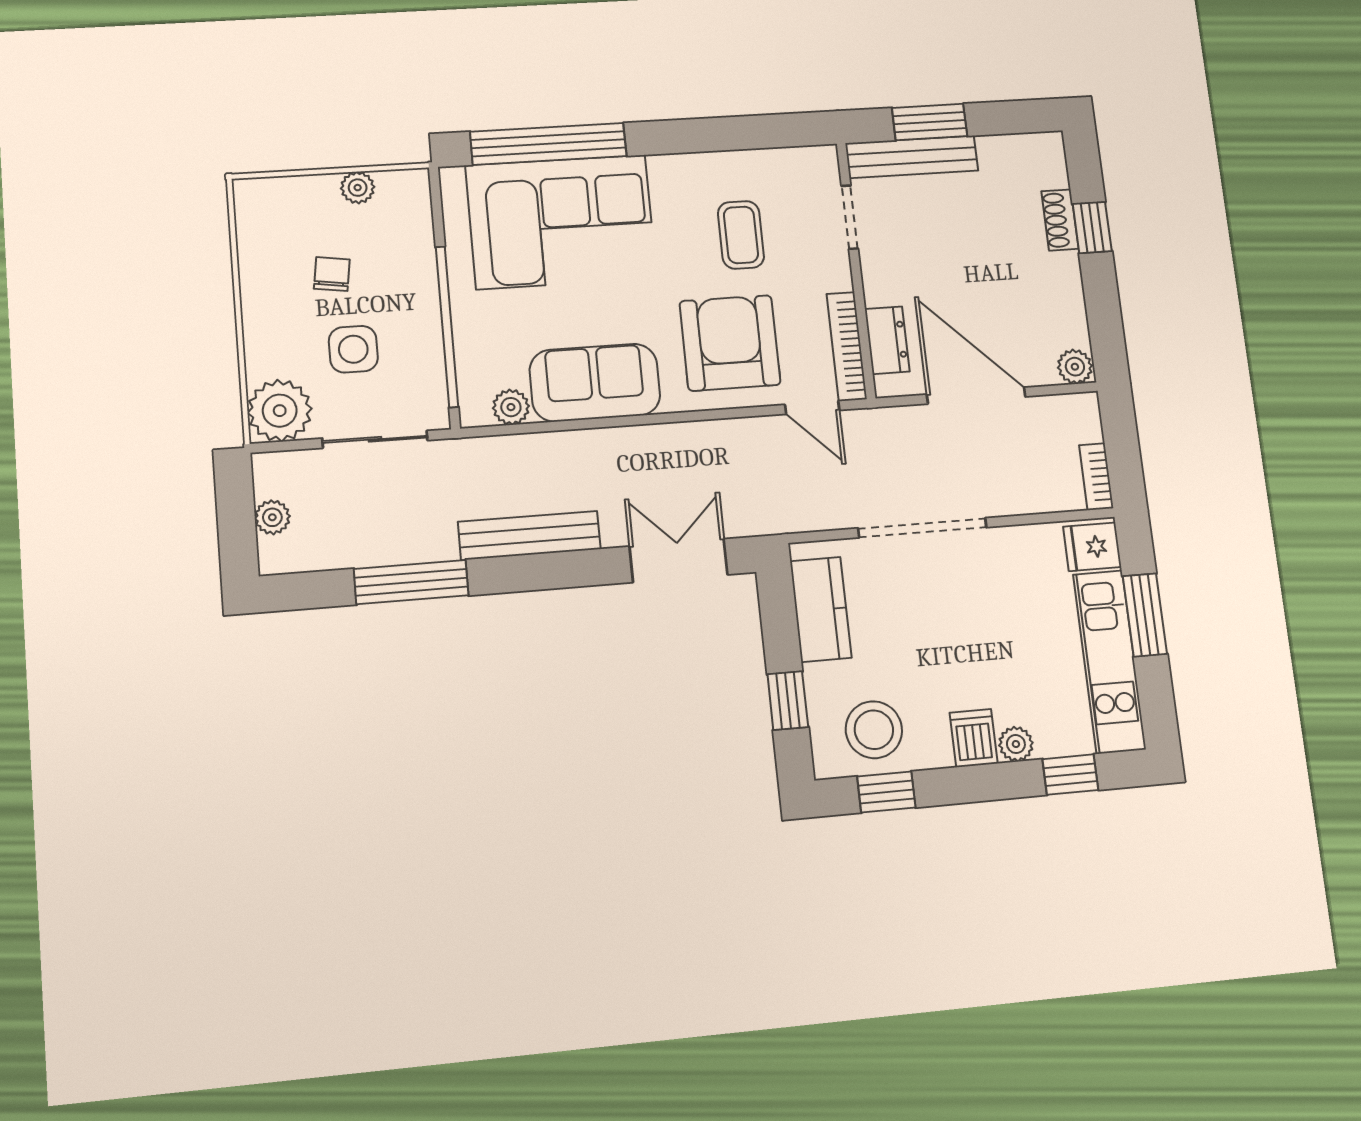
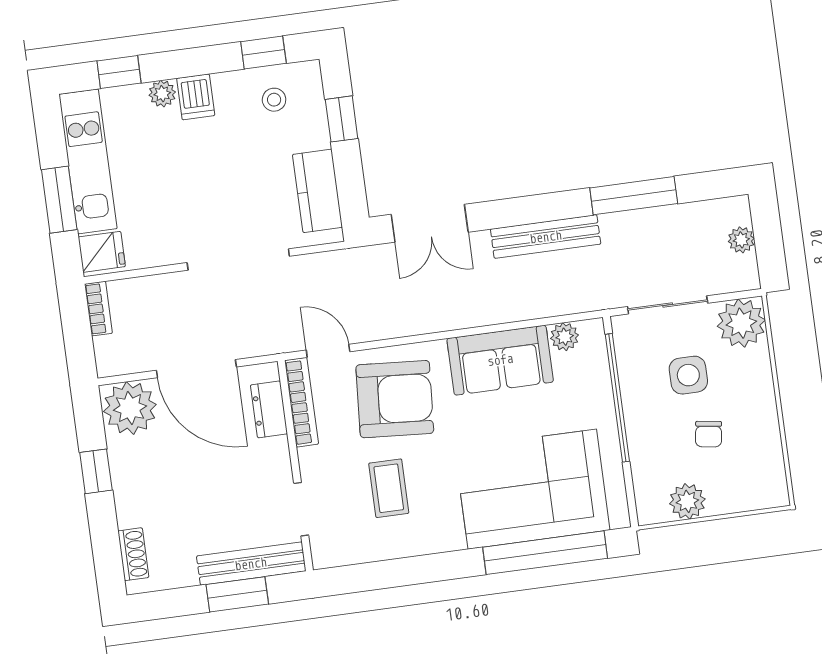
plant: (358, 188) -> (687, 501), width x1.38, depth x1.38
shoe rack: (1060, 220) -> (133, 554), moved
window: (1092, 228) -> (96, 471), moved
armchair: (730, 343) -> (395, 399), turned -86
plant: (1075, 367) -> (130, 408), width x1.88, depth x1.88
stool: (874, 730) -> (274, 100), width x0.53, depth x0.53

